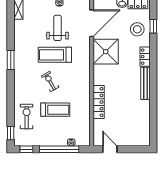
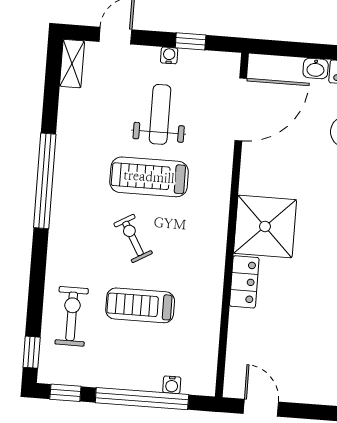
shower: (106, 52) -> (265, 226), moved
window: (11, 60) -> (45, 181), width x2.11
locker: (99, 102) -> (244, 282), width x0.66
treadmill: (55, 110) -> (140, 305), turned 180

